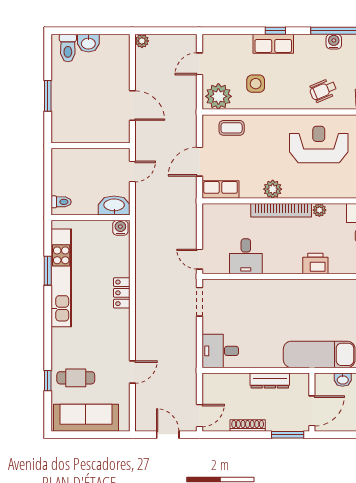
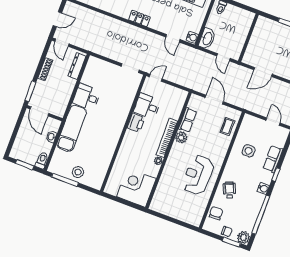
water cooler: (334, 42) -> (263, 188), moved
row of seats: (273, 44) -> (273, 159), moved
plant: (218, 96) -> (249, 126), removed
reception desk: (319, 144) -> (198, 175), turned 180
row of seats: (221, 190) -> (188, 120), moved
printer: (315, 263) -> (136, 123), moved
locker: (122, 293) -> (139, 18), moved
desk: (220, 351) -> (87, 97), moved, turned -90
door: (132, 372) -> (173, 38), moved
dresser: (270, 380) -> (77, 66), moved

